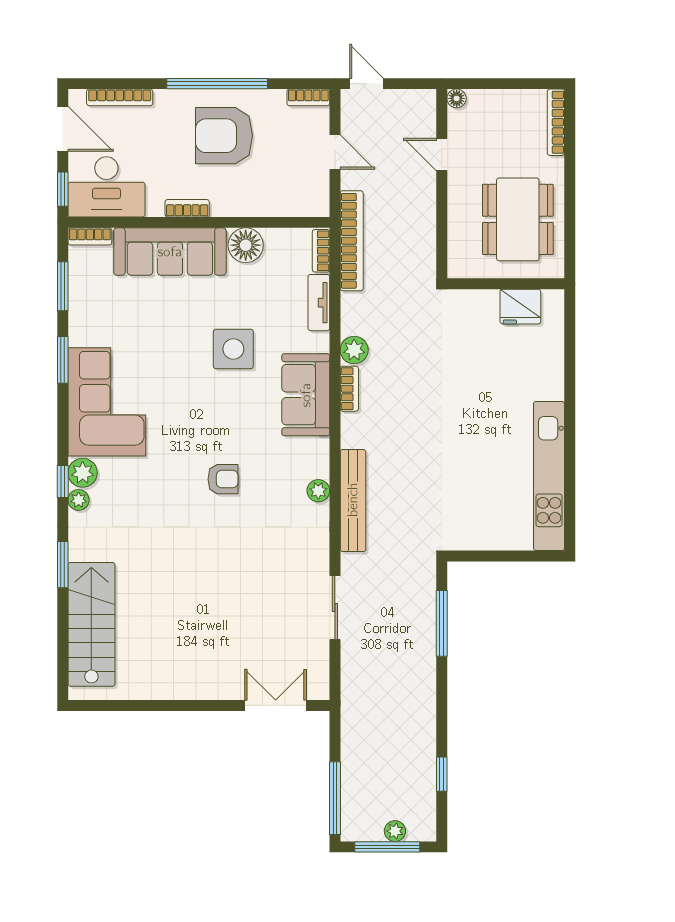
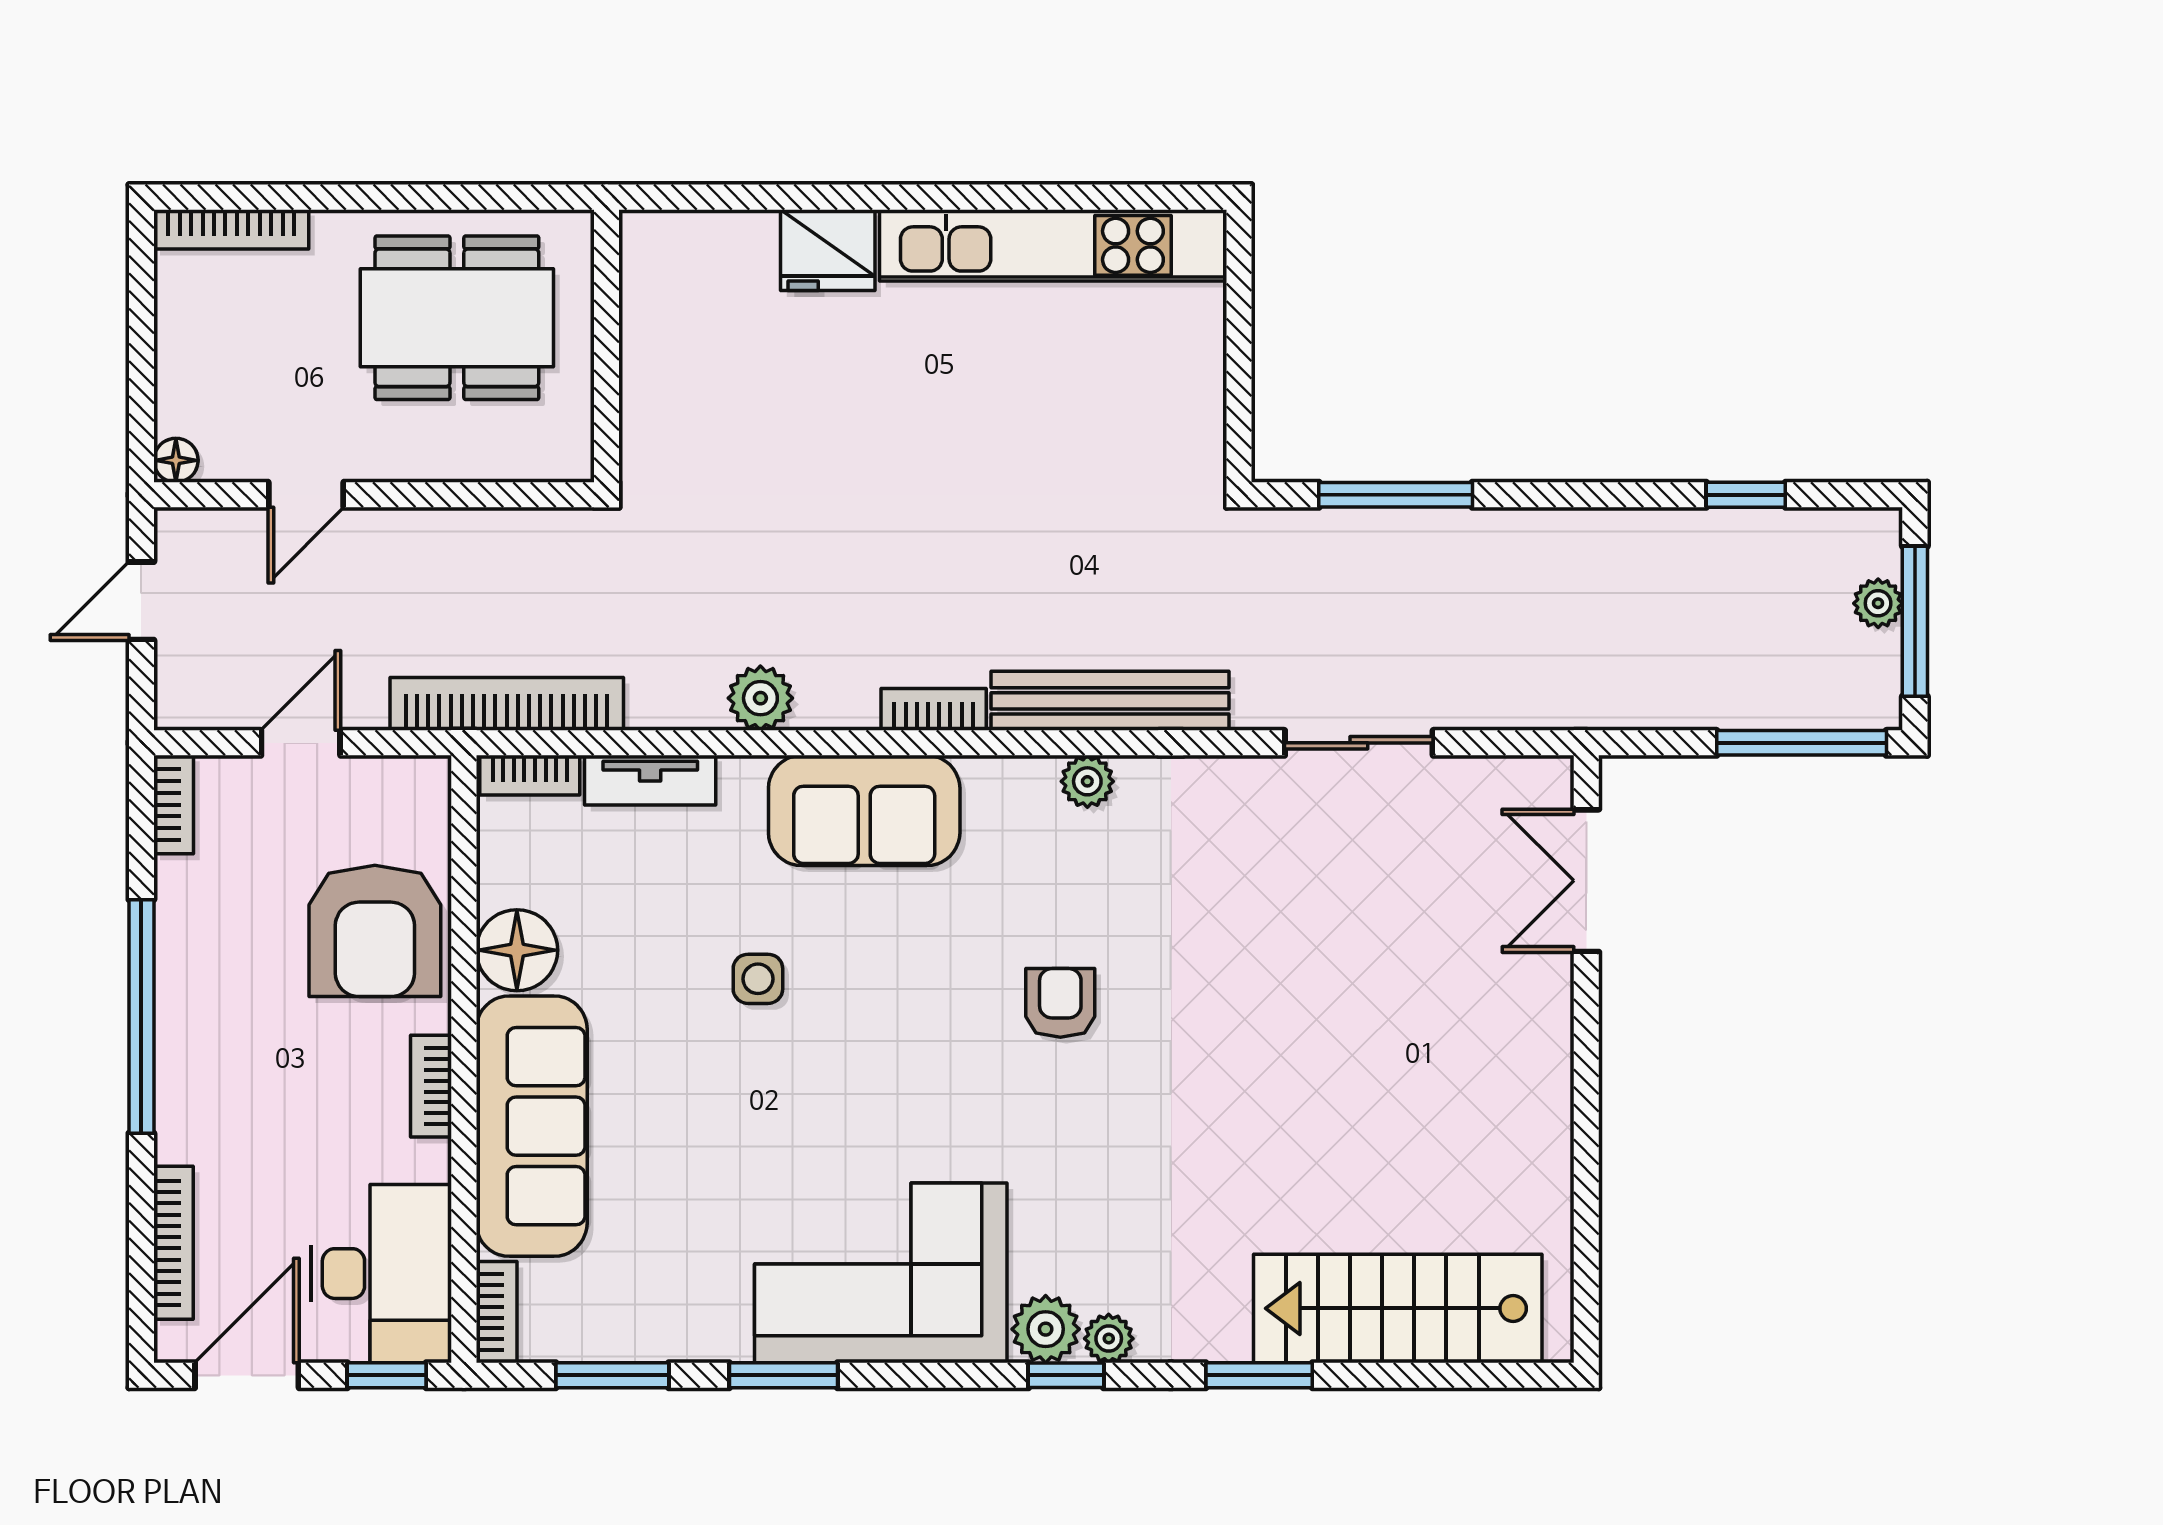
door: (366, 84) -> (141, 601), moved
armchair: (224, 136) -> (375, 931), moved
fridge: (520, 307) -> (828, 250), moved, turned 90
side table: (233, 349) -> (758, 979), width x0.54, depth x0.54
bookcase: (349, 389) -> (934, 709), moved

